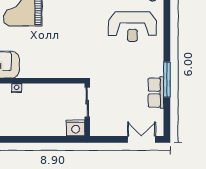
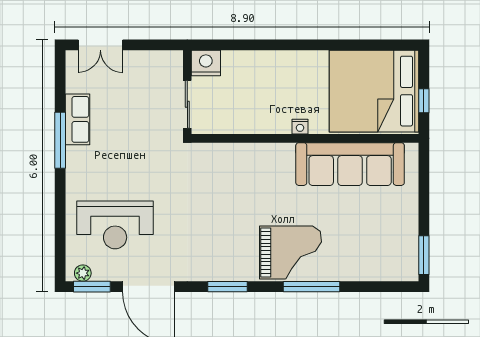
reception desk: (132, 27) -> (115, 225), turned 180

